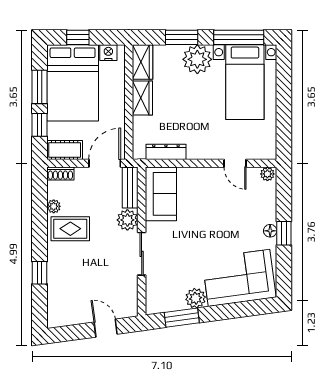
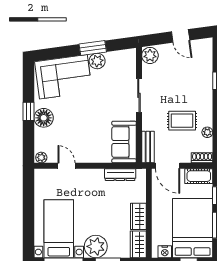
door: (105, 163) -> (168, 166), hinge flipped
plant: (127, 220) -> (150, 55), moved
rug: (70, 229) -> (182, 121), moved
floor lamp: (270, 231) -> (44, 118), width x1.89, depth x1.89
window: (182, 318) -> (93, 48), moved
door: (106, 328) -> (181, 36), moved

